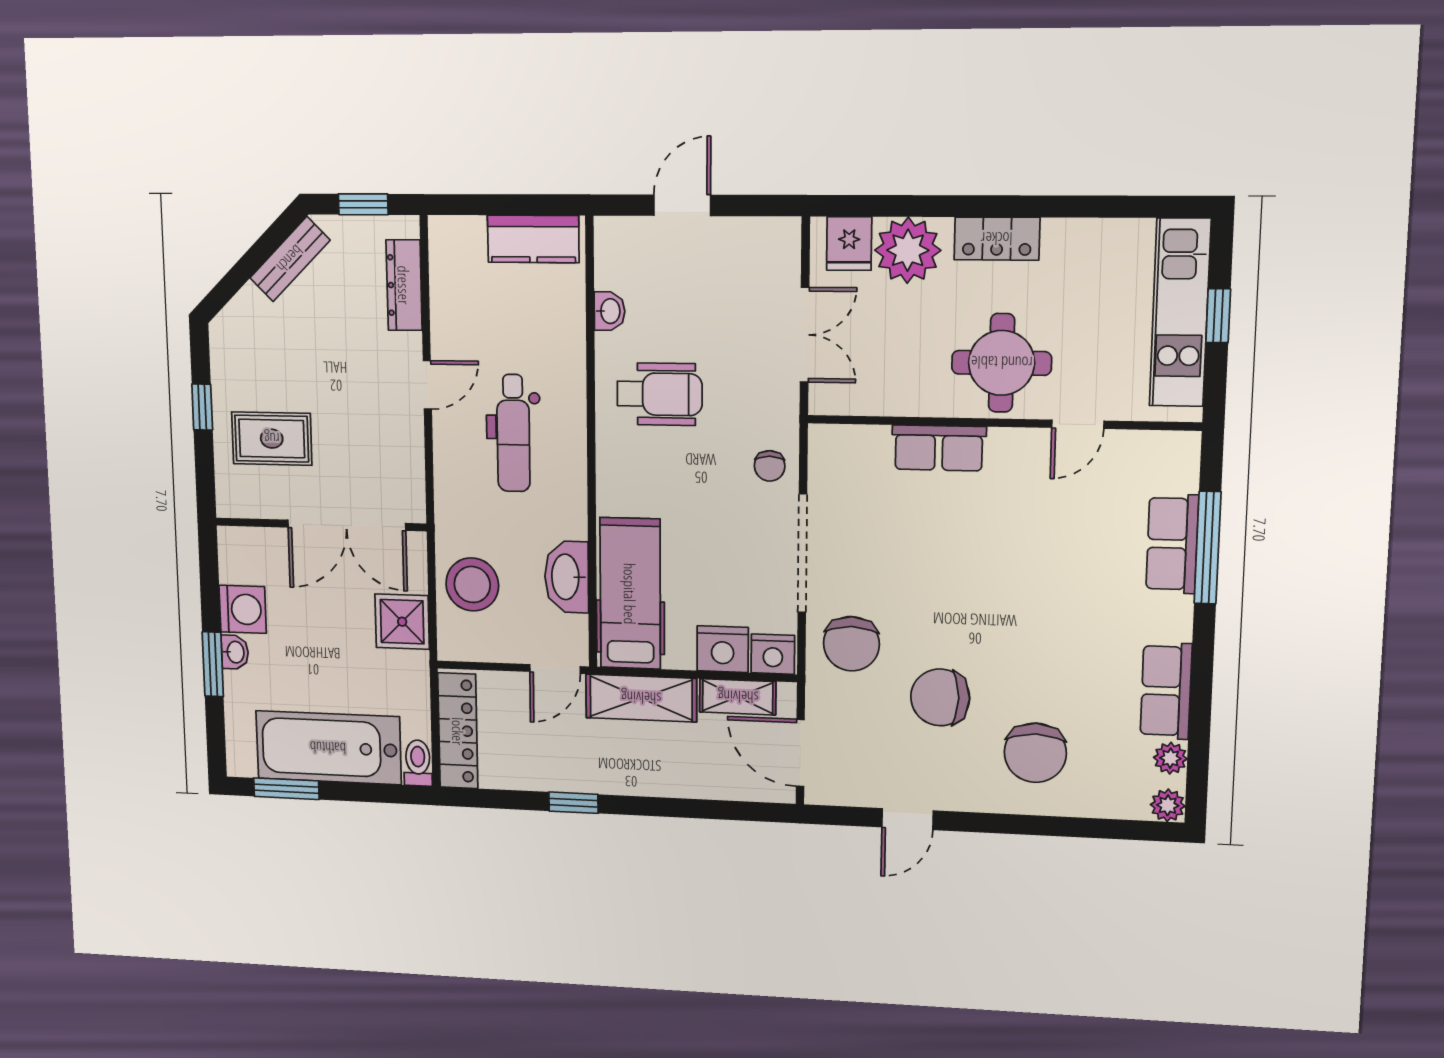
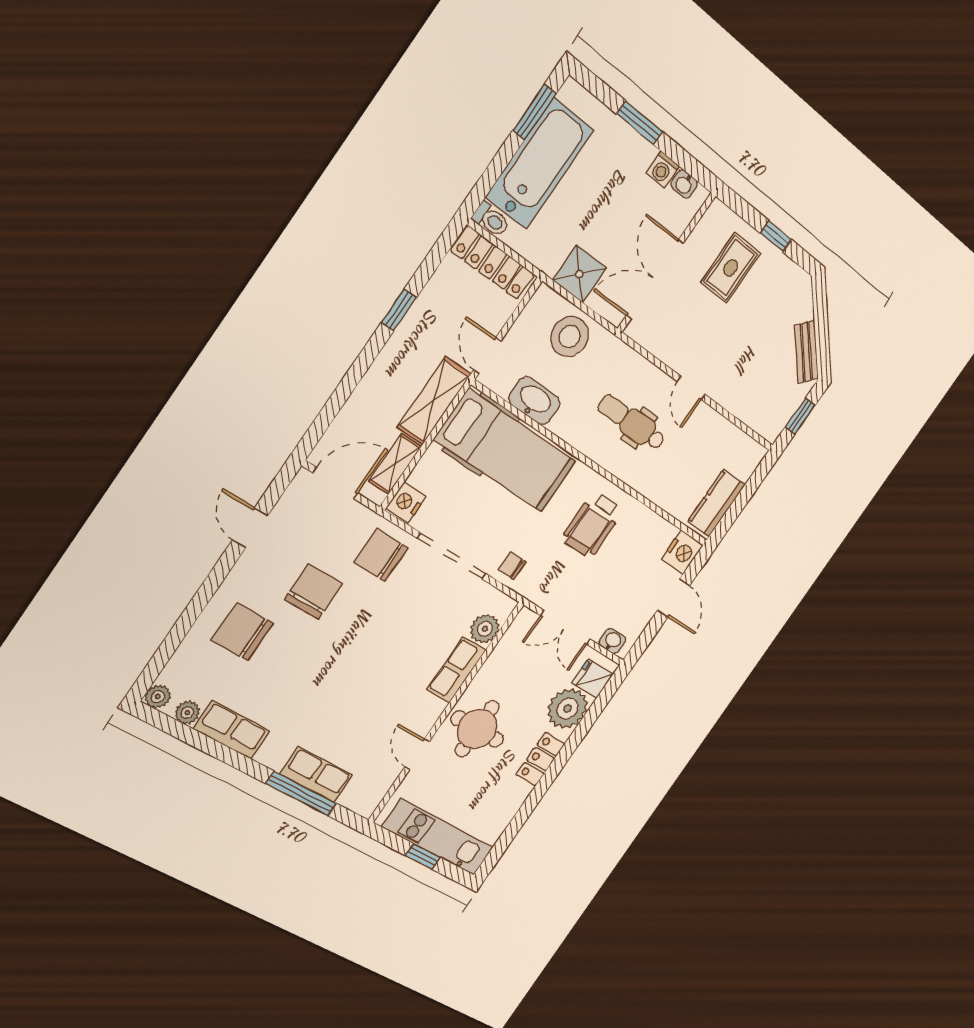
dresser: (404, 285) -> (747, 411), removed
washbasin: (609, 311) -> (612, 641), moved, turned 180
plant: (867, 446) -> (485, 629), added
hospital bed: (630, 594) -> (505, 451), width x1.37, depth x1.29
washing machine: (243, 609) -> (663, 169), width x0.73, depth x0.73
nightstand: (723, 649) -> (682, 552), moved, turned 180
washbasin: (235, 652) -> (684, 184), moved

